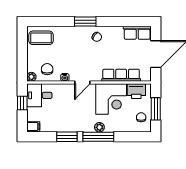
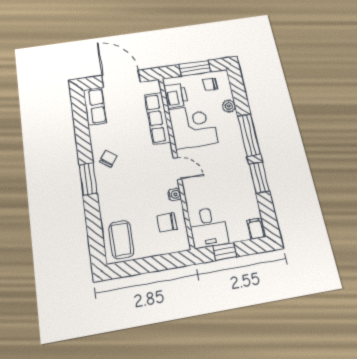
plant: (31, 77) -> (183, 244), removed
plant: (99, 127) -> (229, 106), moved

